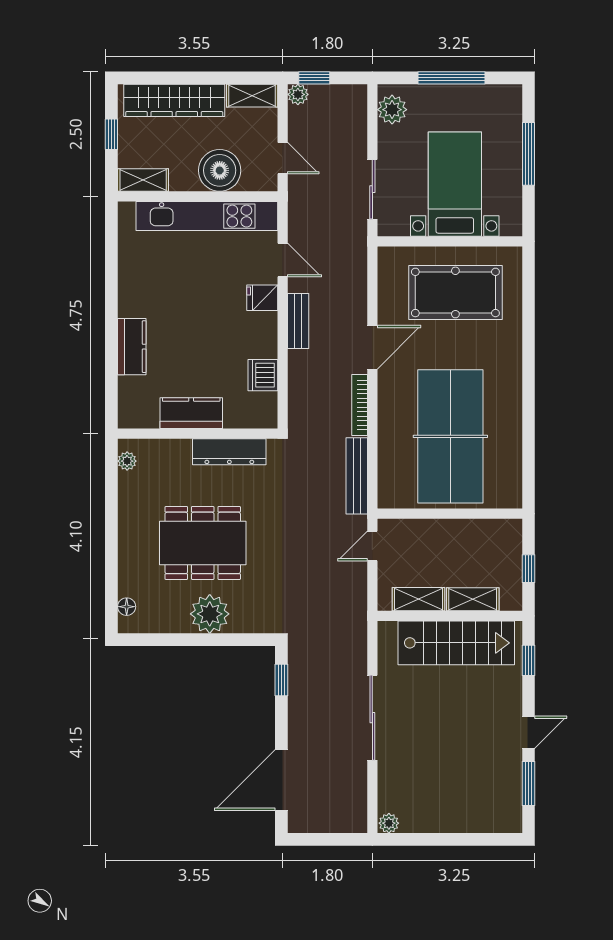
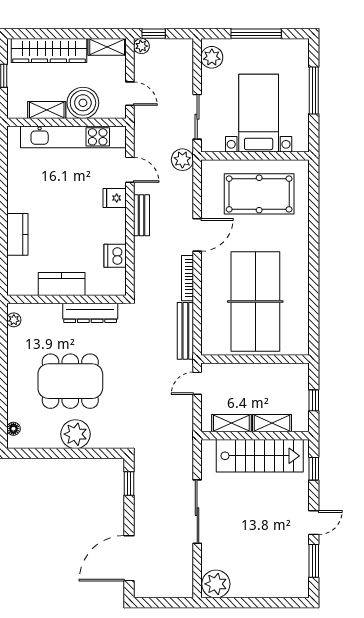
shelving: (143, 180) -> (47, 110), moved
plant: (353, 247) -> (182, 160), added
plant: (389, 823) -> (216, 584), width x1.88, depth x1.88

